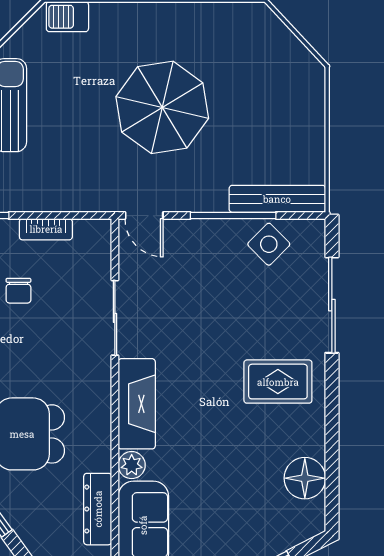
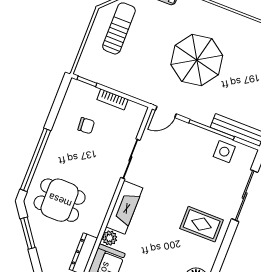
door: (144, 216) -> (166, 112), hinge flipped
side table: (269, 244) -> (224, 152), turned 45
chair: (18, 291) -> (86, 126), turned -94

